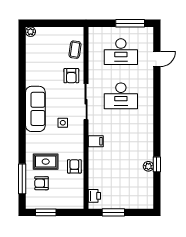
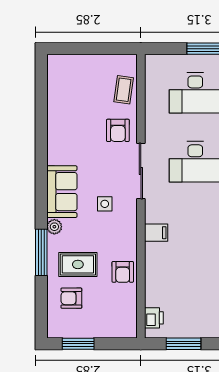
plant: (31, 32) -> (54, 227), moved
sofa: (35, 109) -> (62, 192), width x0.73
armchair: (74, 166) -> (123, 272), turned 180
window: (22, 179) -> (41, 252), moved

